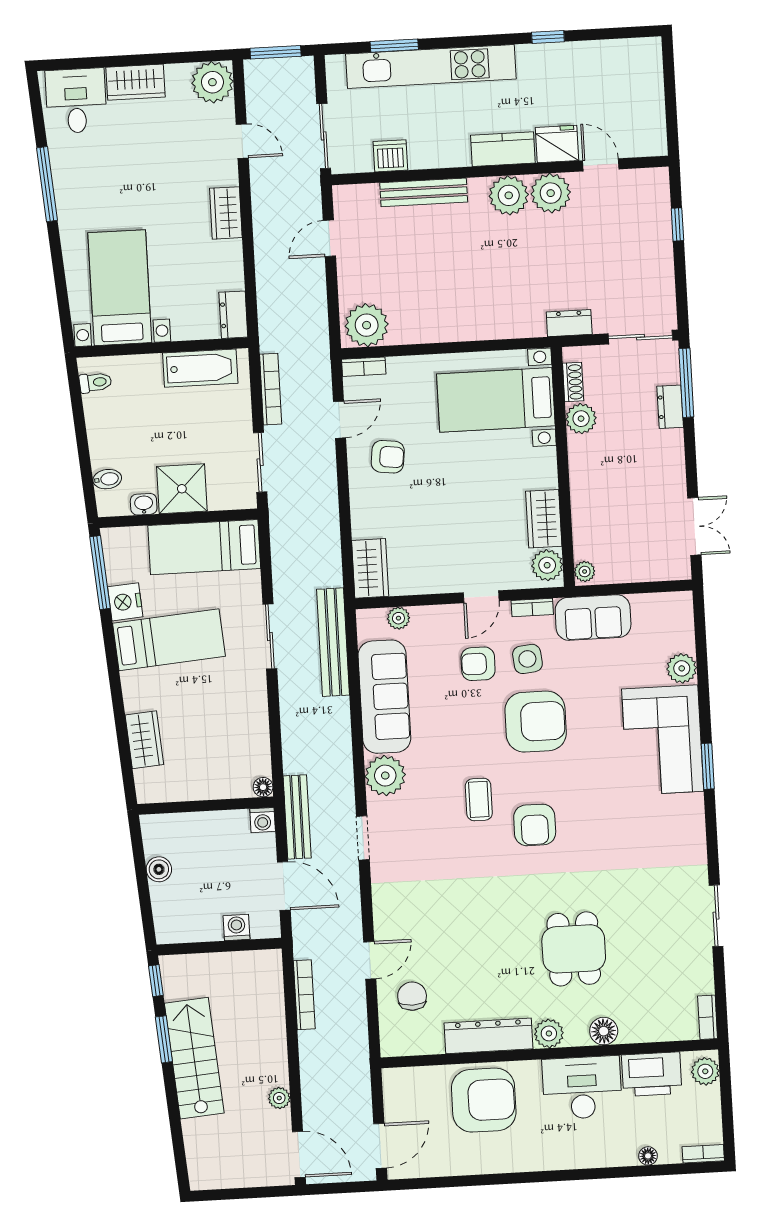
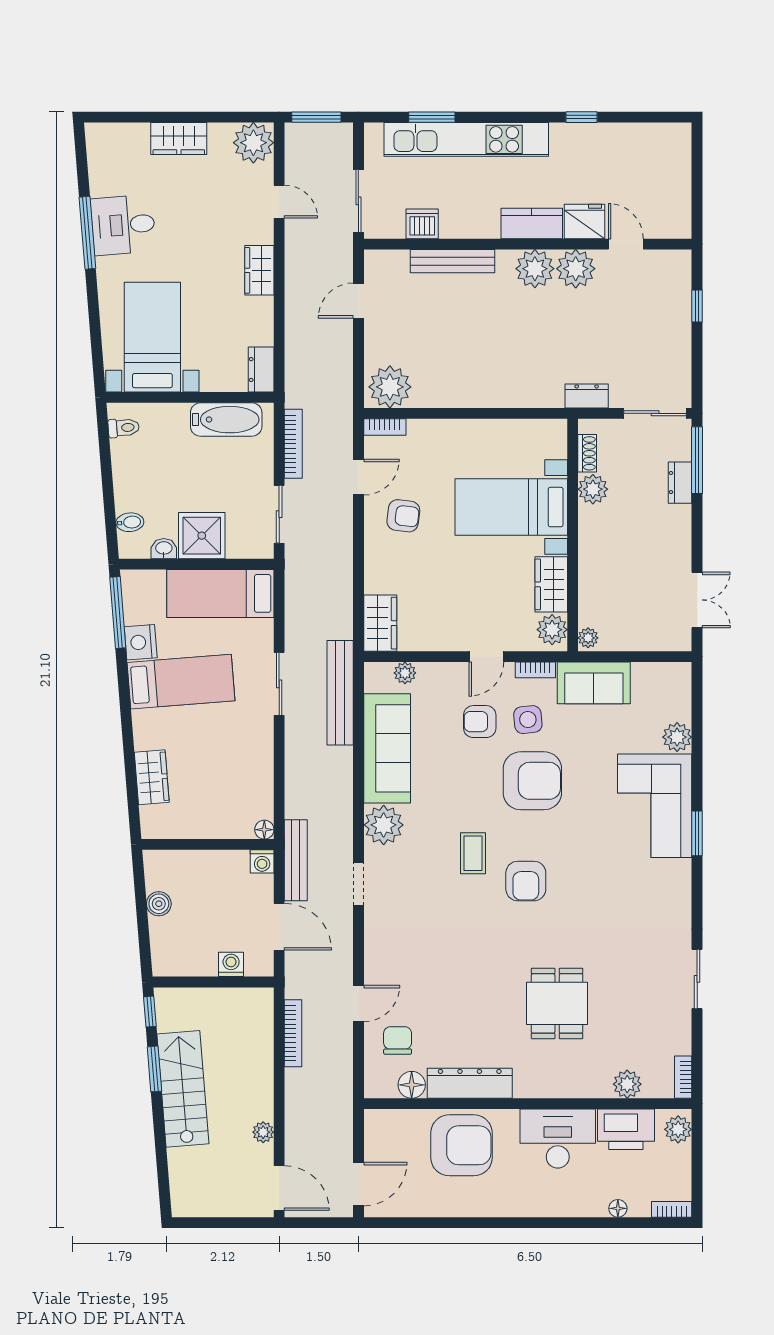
desk: (76, 101) -> (123, 225), moved, turned -95
bed with nightstands: (496, 400) -> (511, 507), moved
floor lamp: (604, 1031) -> (412, 1085), moved
plant: (549, 1033) -> (627, 1084), moved

